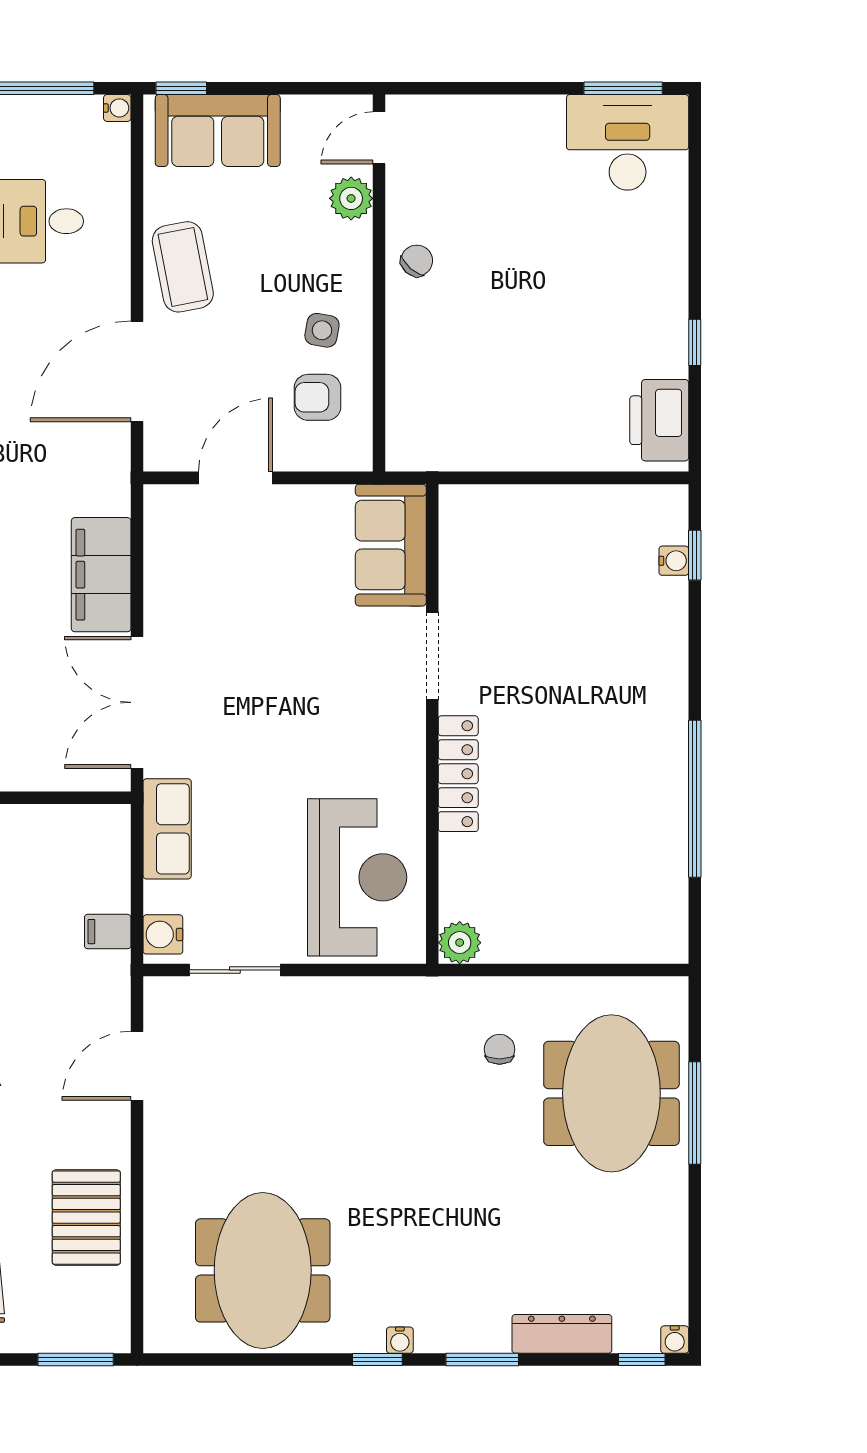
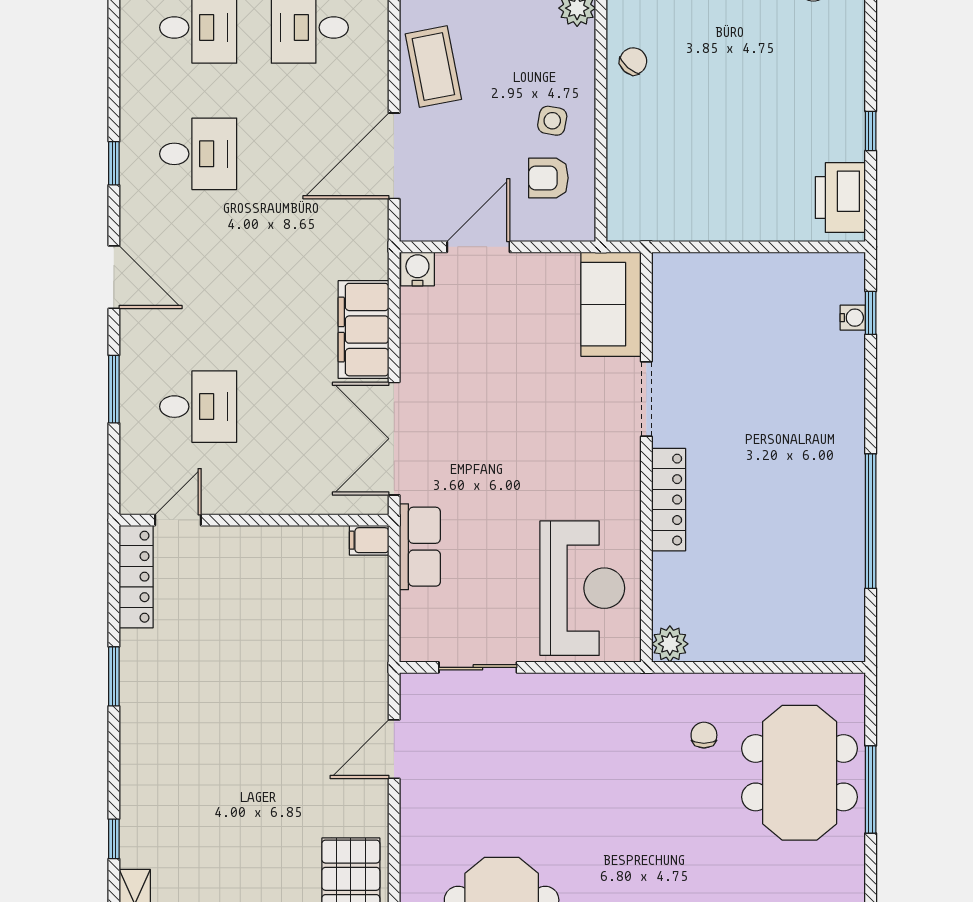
filing cabinet: (108, 932) -> (369, 540), moved
water cooler: (163, 934) -> (417, 269), moved, turned 90

